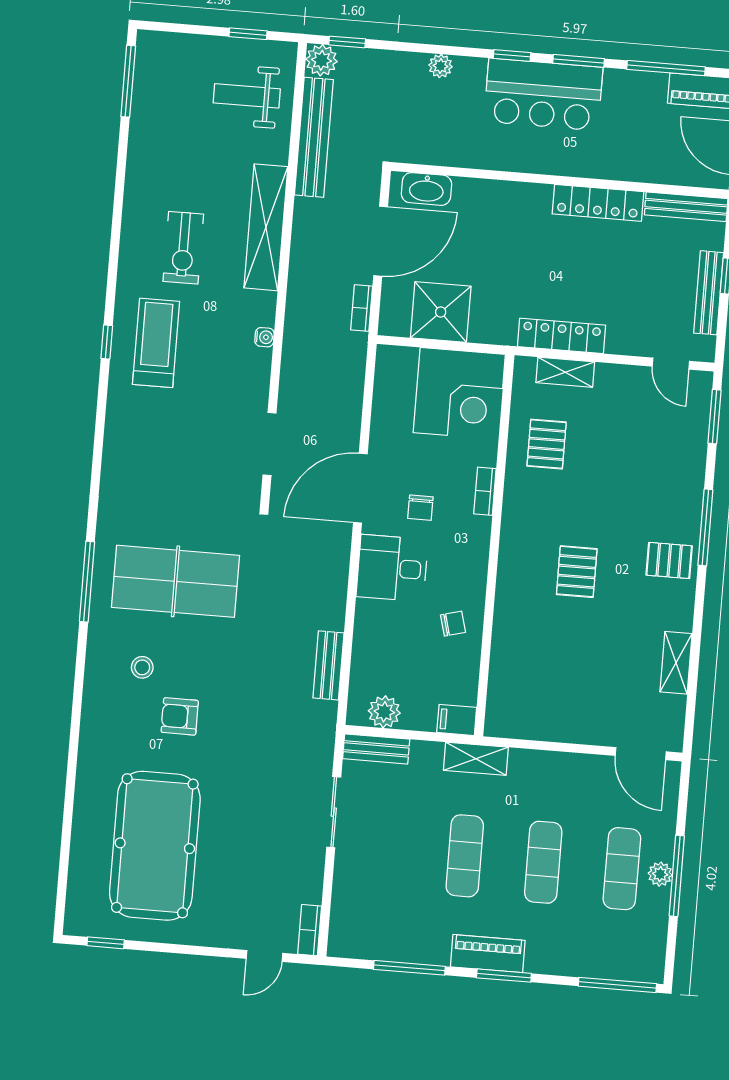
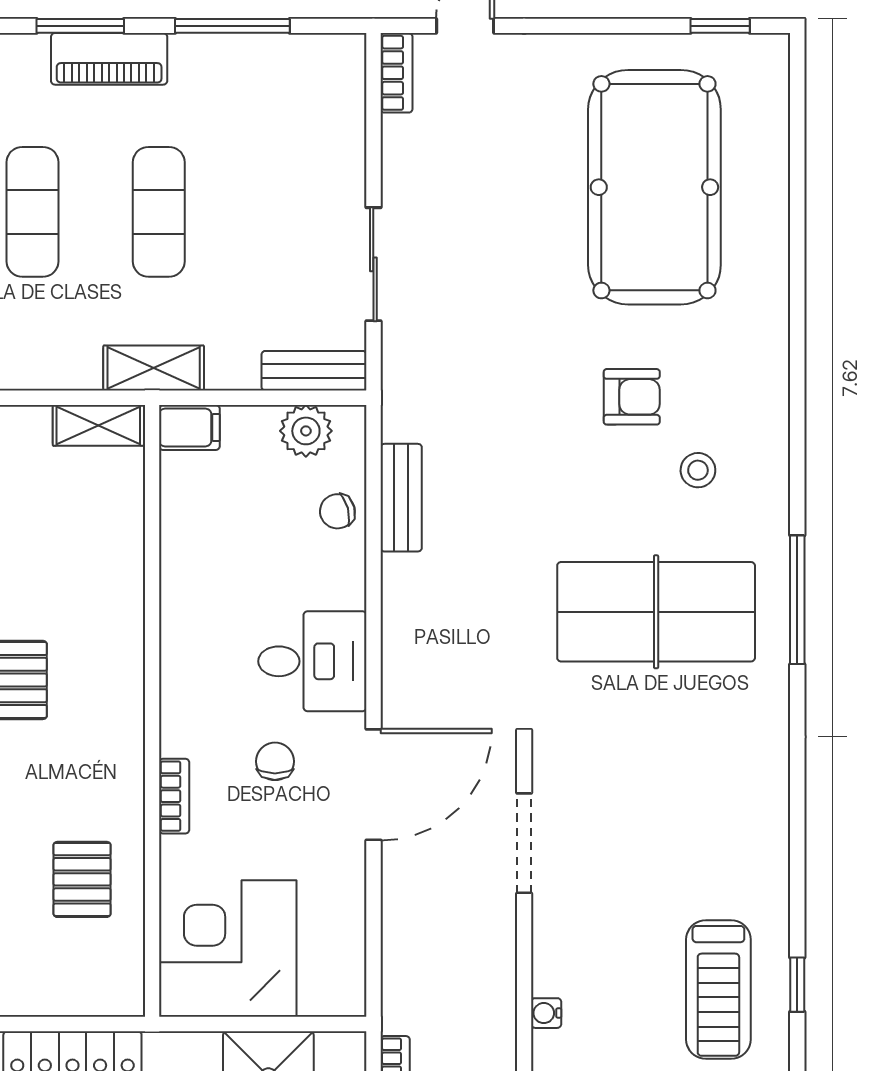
shelving: (565, 372) -> (98, 425), moved
chair: (453, 624) -> (337, 511), moved

